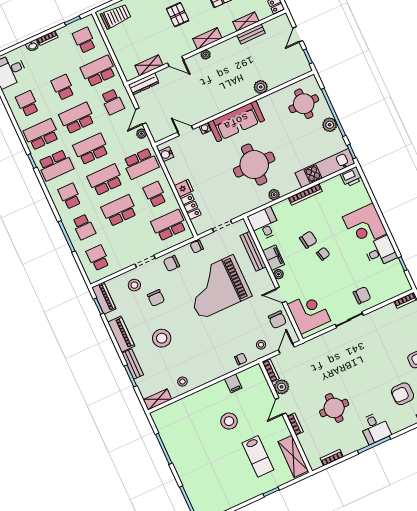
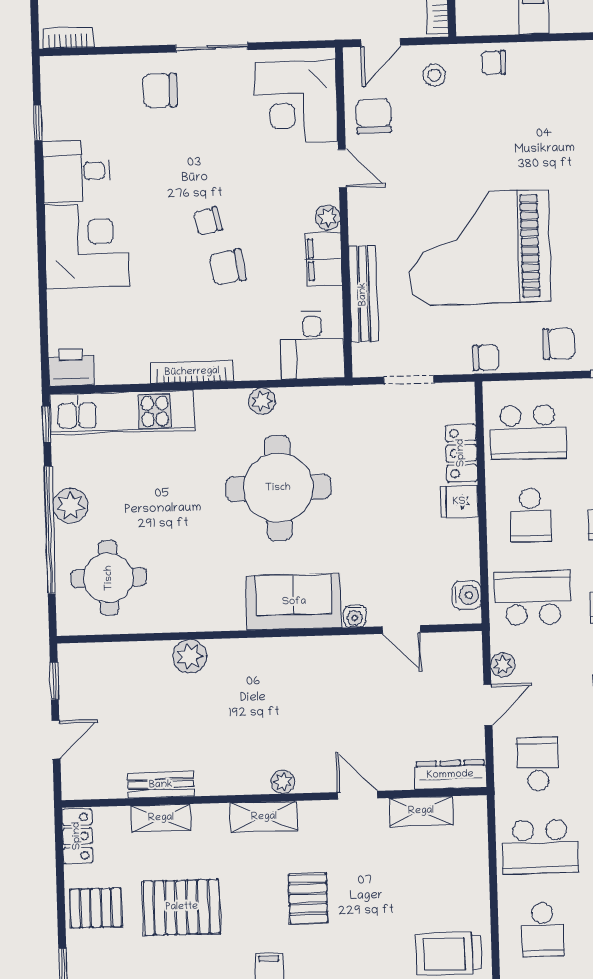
sofa: (236, 121) -> (294, 602), width x0.73
grand piano: (217, 287) -> (479, 247), turned 180

